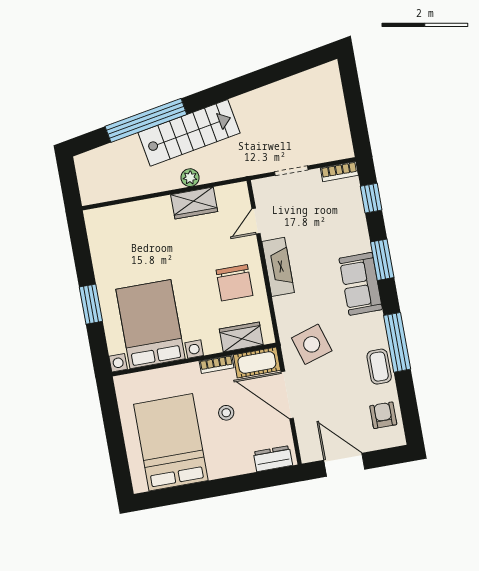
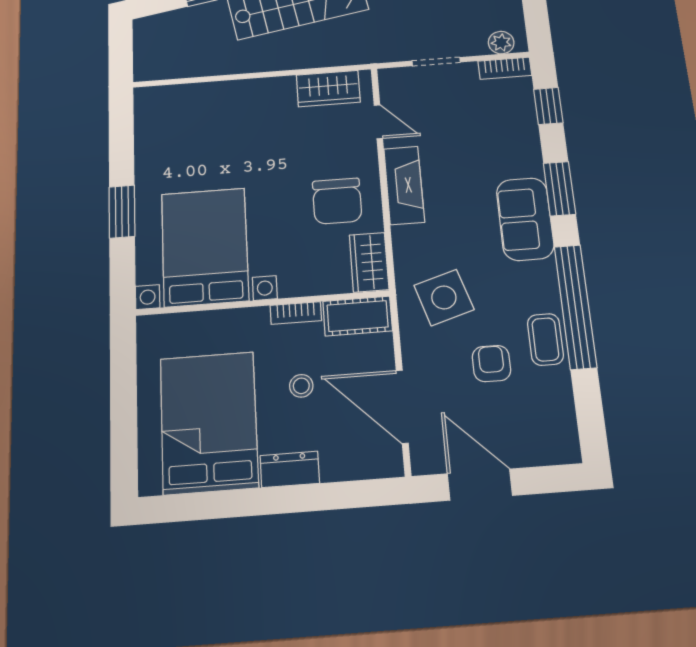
plant: (190, 178) -> (501, 43), moved
wardrobe: (194, 203) -> (328, 89), moved
door: (256, 221) -> (378, 122), swing flipped
wardrobe: (241, 337) -> (369, 262), moved, turned -90
window: (397, 342) -> (575, 306), width x1.46
door: (287, 395) -> (402, 406), moved
armchair: (383, 415) -> (491, 364), moved
dresser: (273, 459) -> (290, 469), moved

